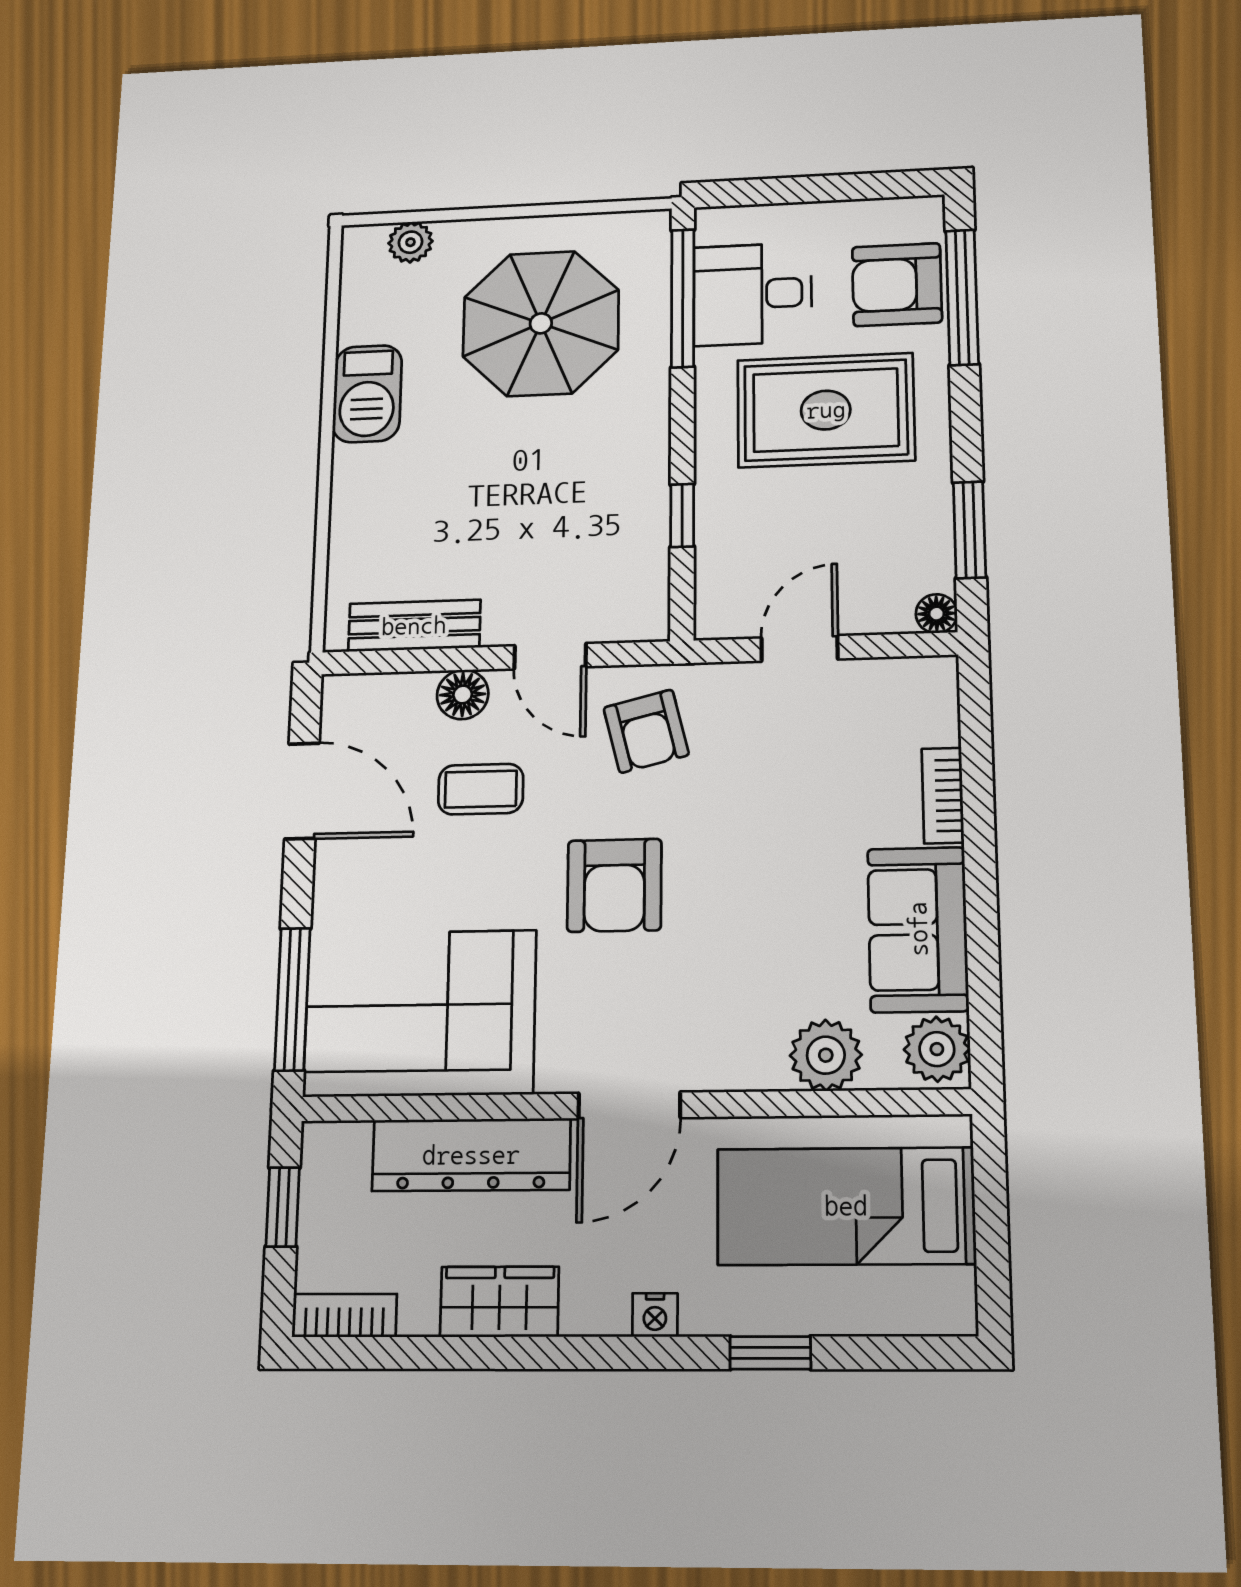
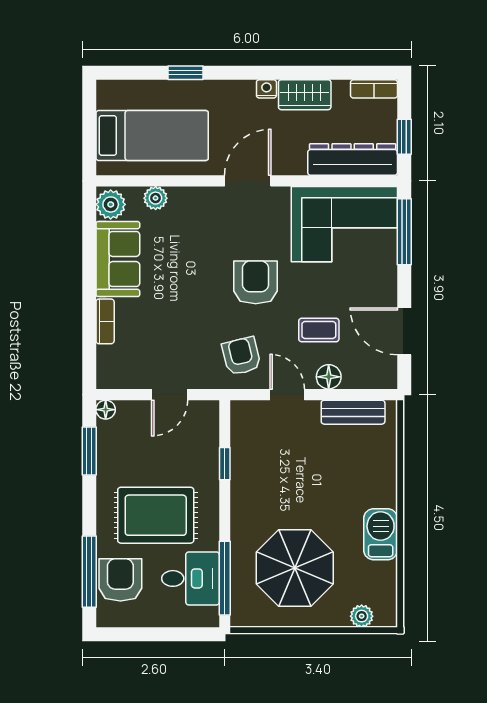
armchair: (897, 285) -> (120, 580), turned -90
plant: (826, 1055) -> (156, 198), width x0.73, depth x0.73
dresser: (471, 1155) -> (353, 159), moved
nightstand: (655, 1315) -> (266, 89), moved

